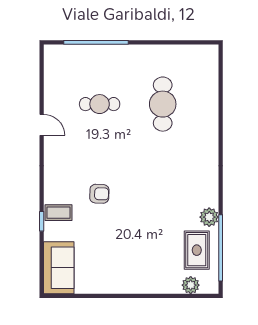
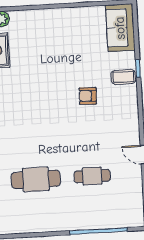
cafe table: (163, 104) -> (36, 179), turned 90

